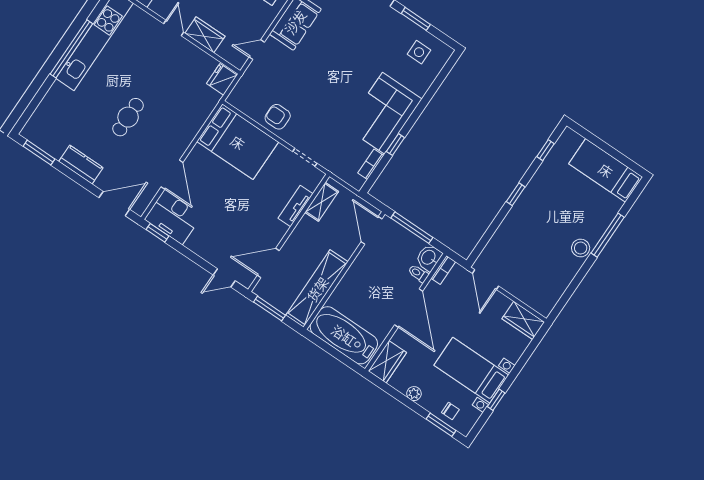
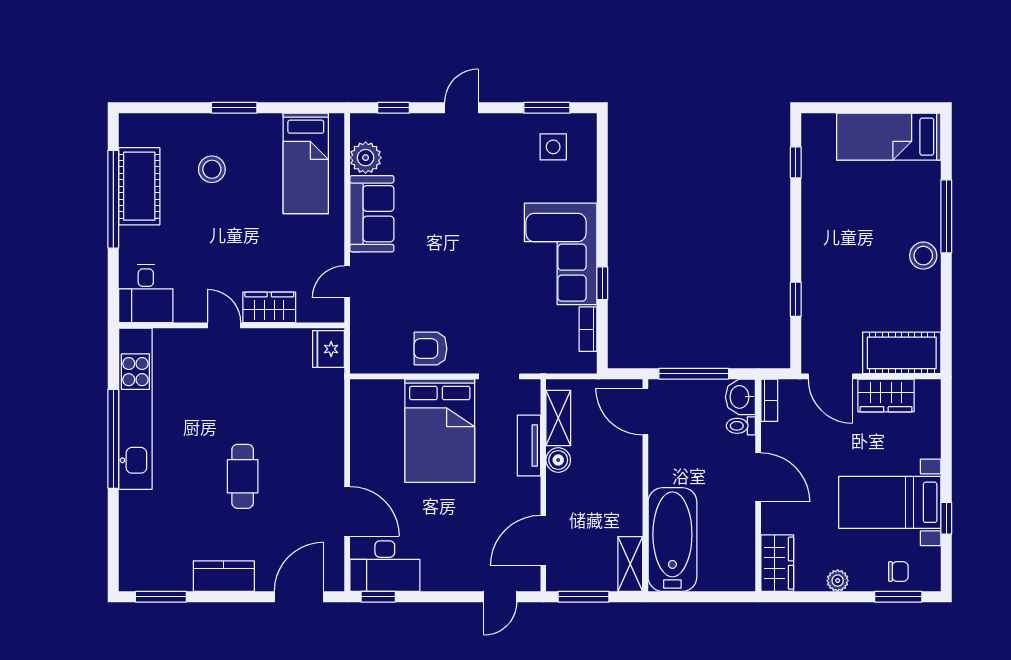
window: (416, 19) -> (547, 108), moved
bed: (238, 142) -> (440, 431), moved, turned 90
window: (516, 194) -> (796, 299), moved
boiler: (306, 225) -> (558, 460), added
shelving: (317, 289) -> (630, 564), width x0.45, depth x0.75
cot: (533, 293) -> (902, 353), added
door: (409, 308) -> (758, 477), width x0.73
wardrobe: (523, 320) -> (886, 395), moved
bathtub: (344, 335) -> (672, 540), moved, turned 90

